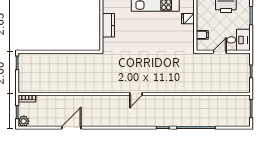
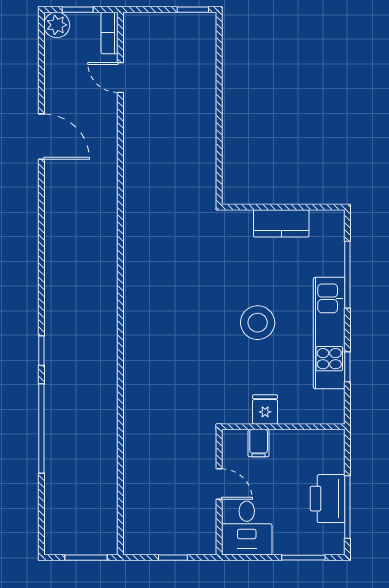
fridge: (188, 19) -> (265, 409), moved
stool: (151, 35) -> (258, 323), added
door: (136, 94) -> (120, 78), moved

